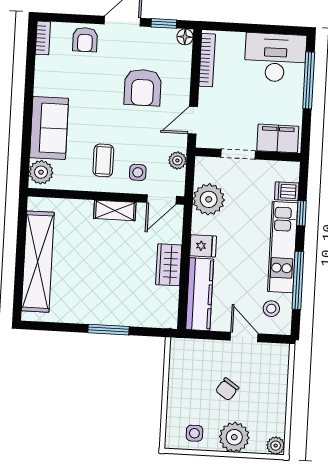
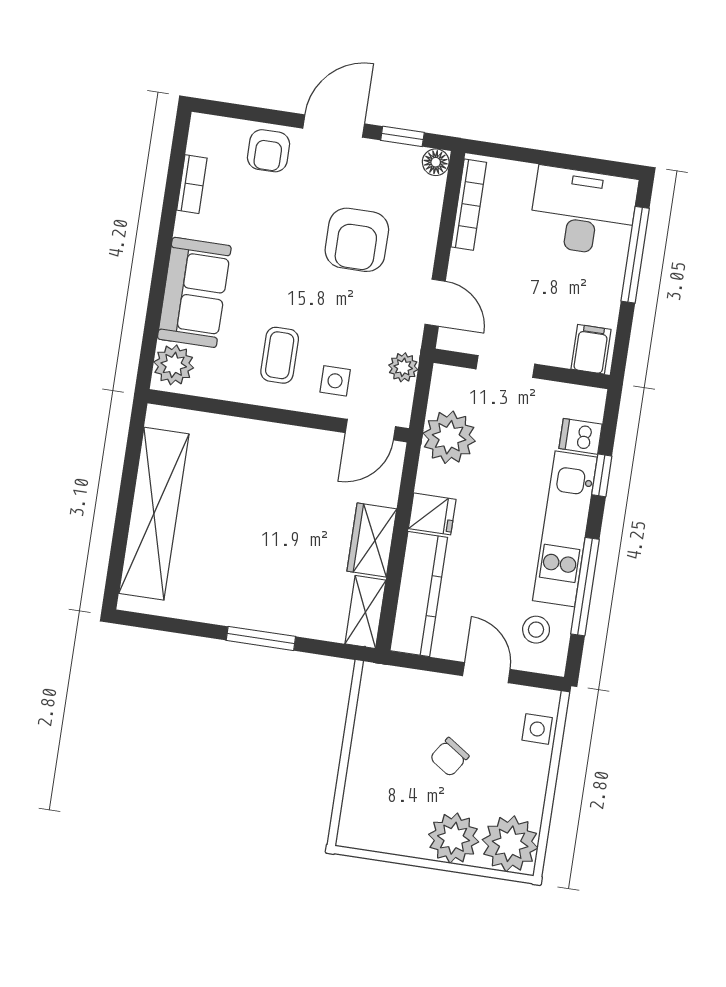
bookcase: (43, 38) -> (192, 184), moved
door: (193, 120) -> (435, 303), swing flipped
filing cabinet: (278, 138) -> (591, 349), width x0.50
shelving: (115, 210) -> (365, 612), moved, turned 90
side table: (194, 433) -> (537, 729), moved
plant: (276, 446) -> (510, 844), width x1.87, depth x1.87

